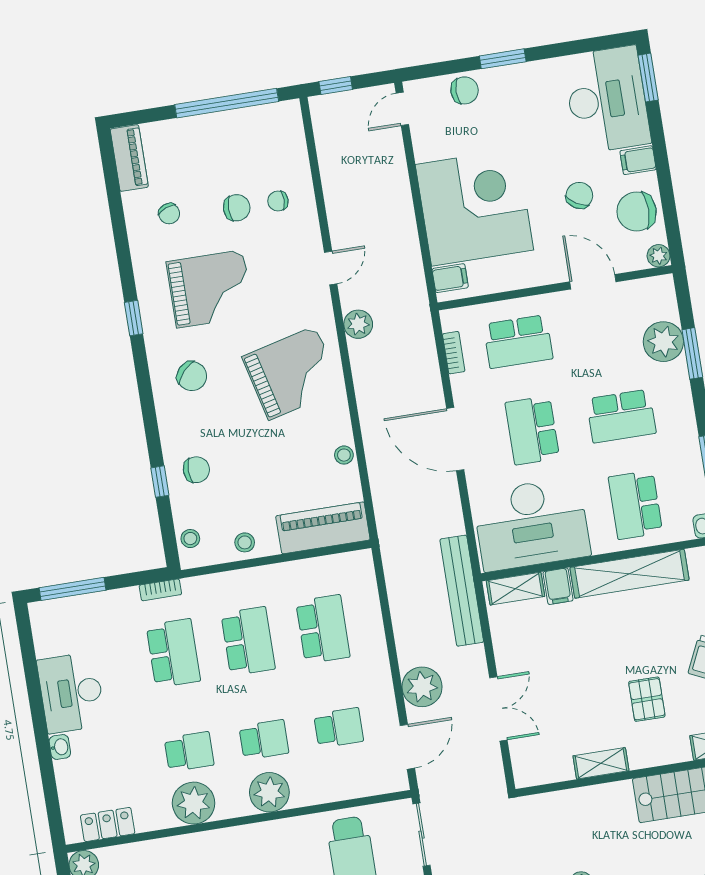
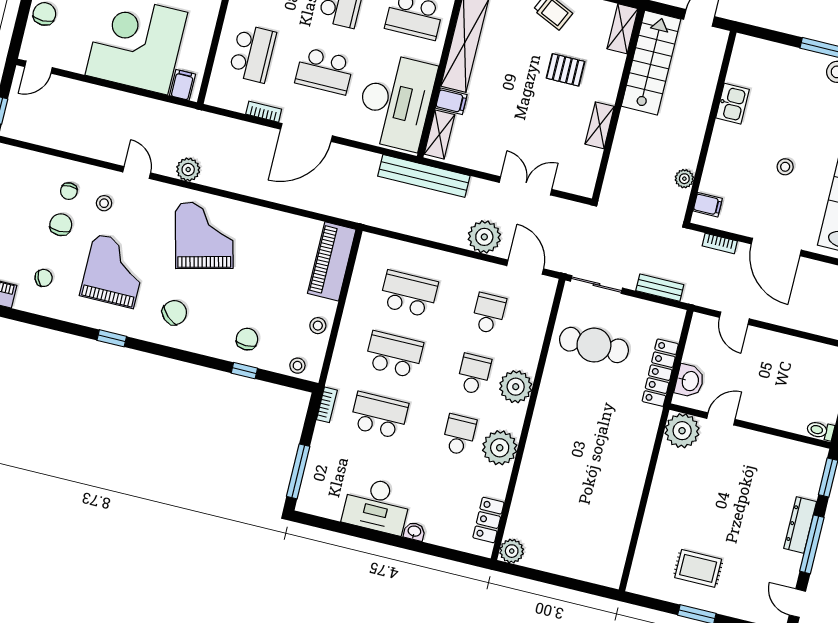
door: (402, 109) -> (38, 67), hinge flipped
bookcase: (454, 353) -> (264, 112), moved
stool: (344, 455) -> (104, 203), moved

